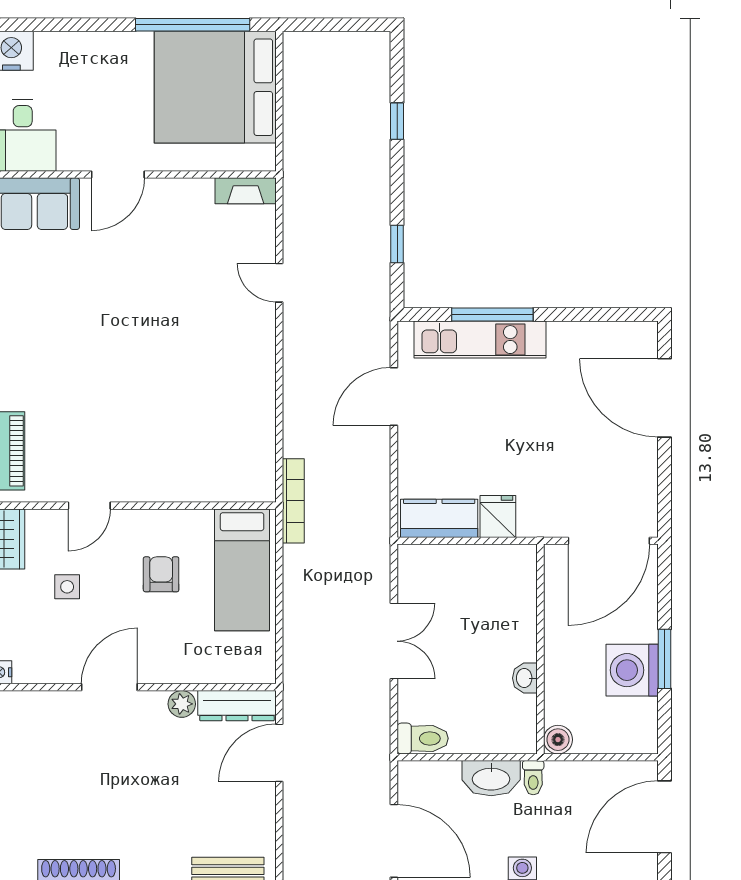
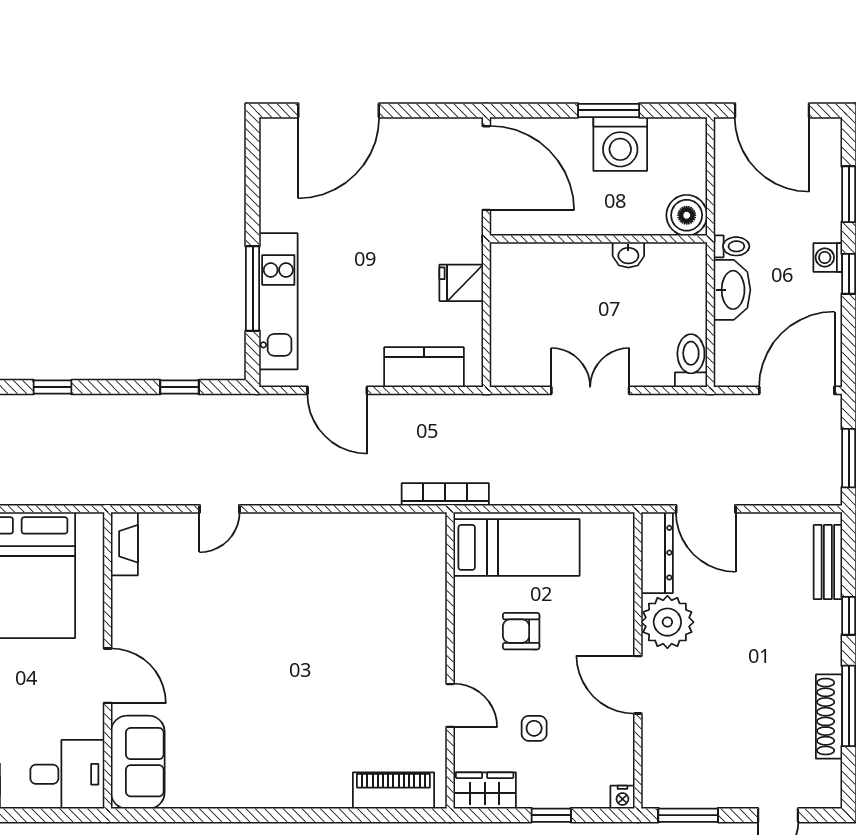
kitchen counter: (439, 518) -> (424, 367), moved, turned 90
plant: (182, 704) -> (667, 622), width x1.88, depth x1.88
boiler: (558, 740) -> (687, 215), width x1.36, depth x1.36

